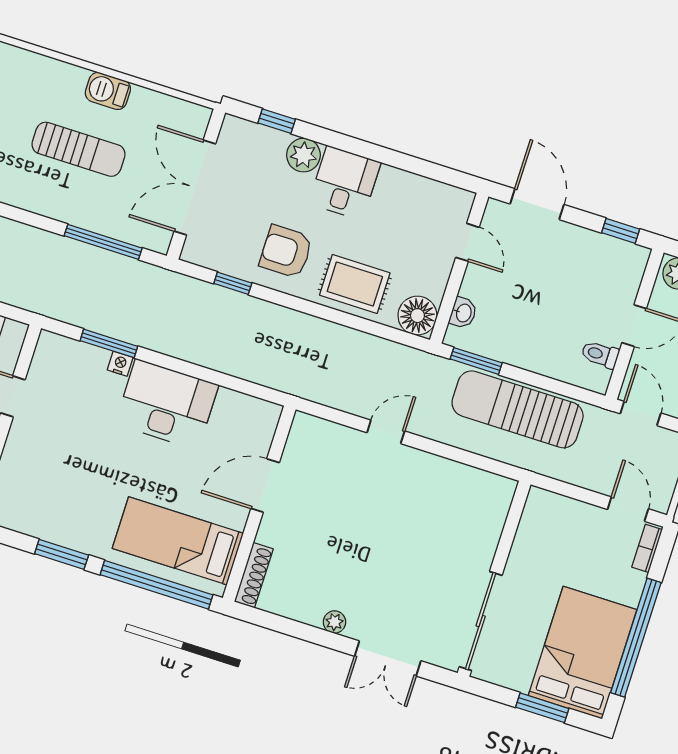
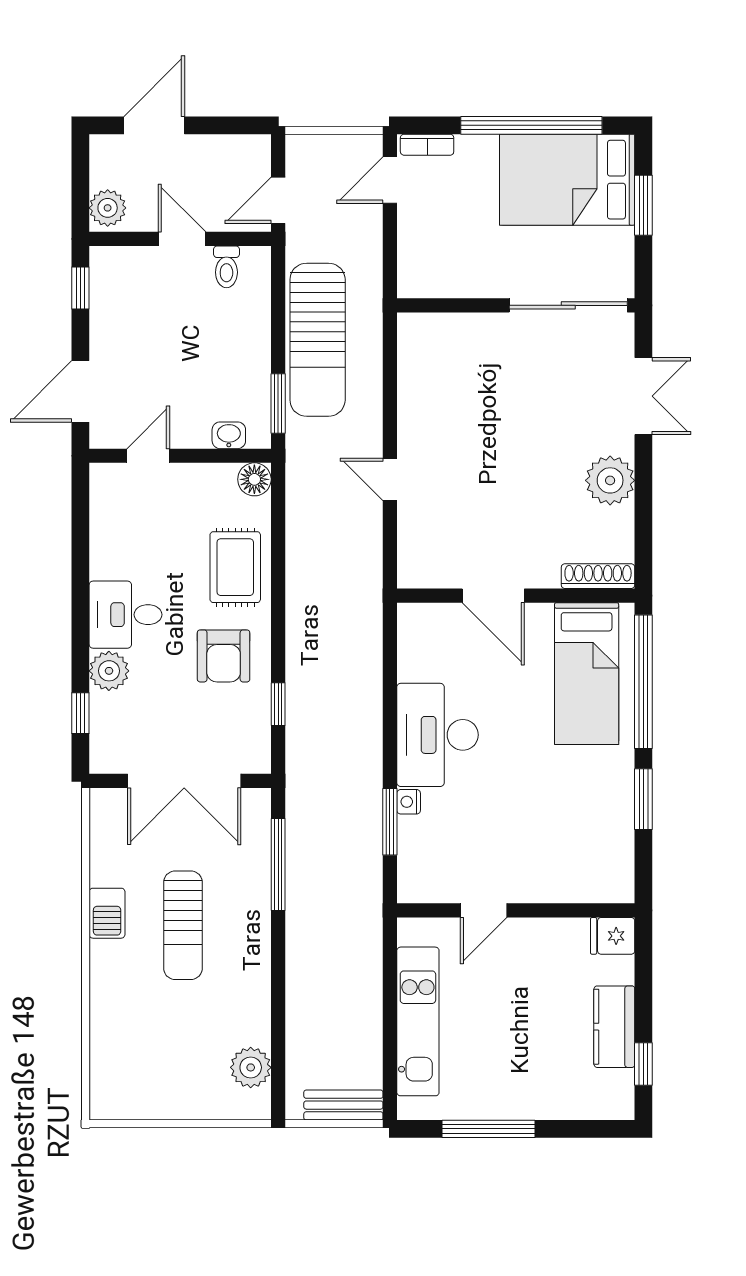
sun lounger: (79, 149) -> (183, 925), turned 180
floor lamp: (417, 316) -> (254, 479), width x0.73, depth x0.73
plant: (334, 622) -> (610, 480), width x1.88, depth x1.88

